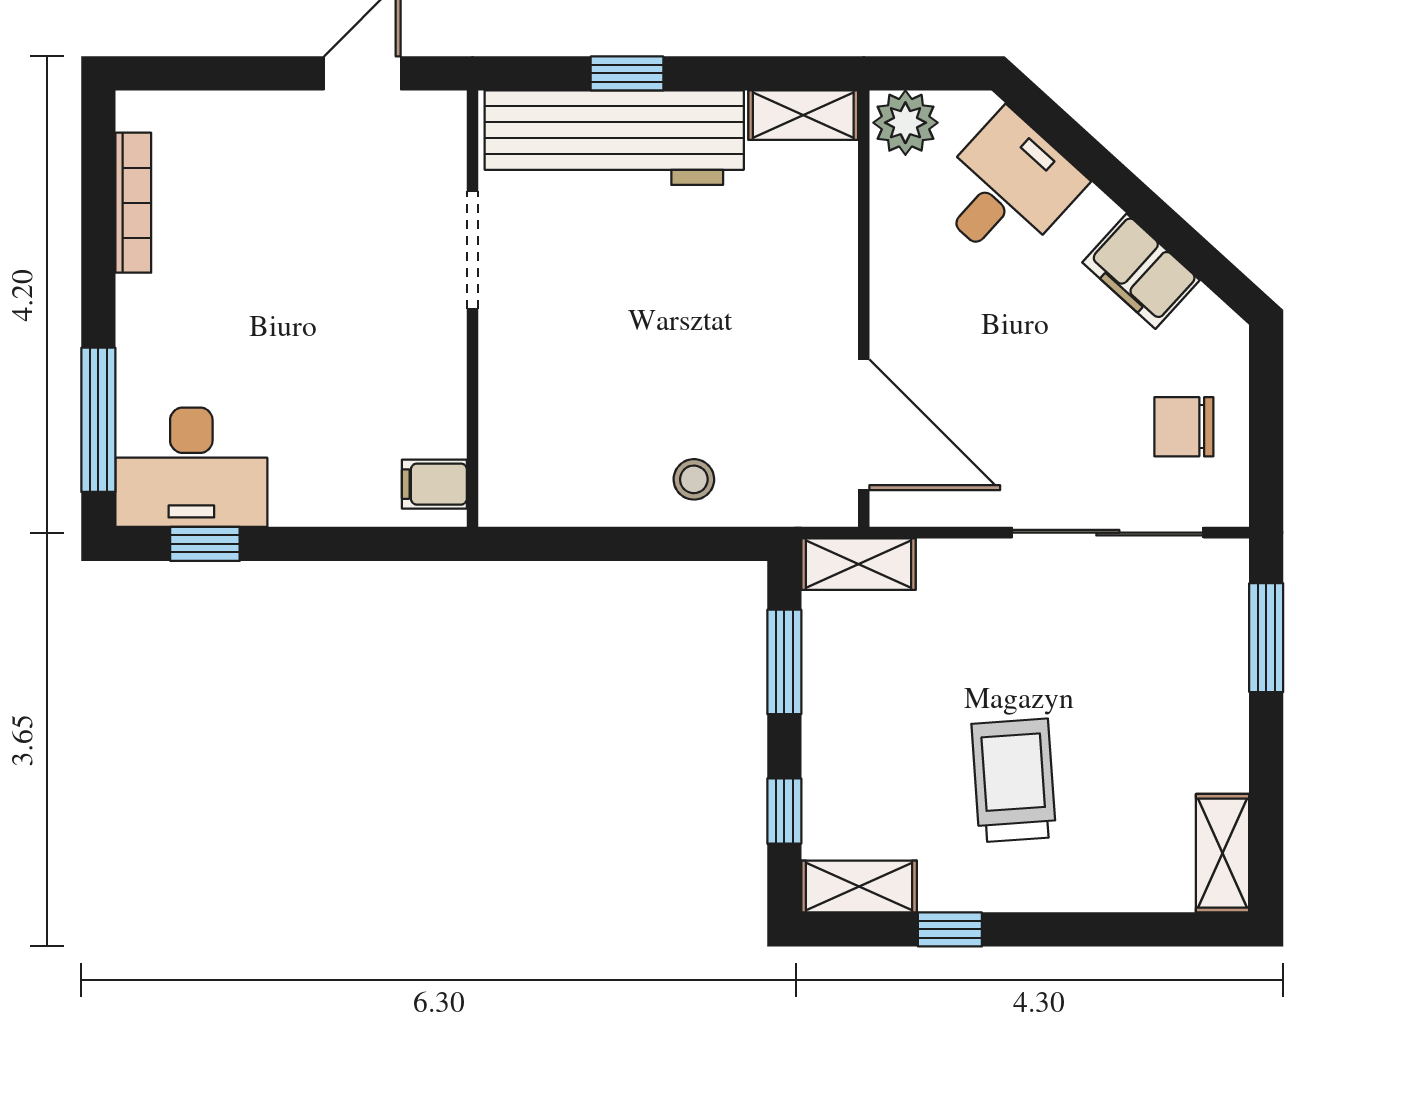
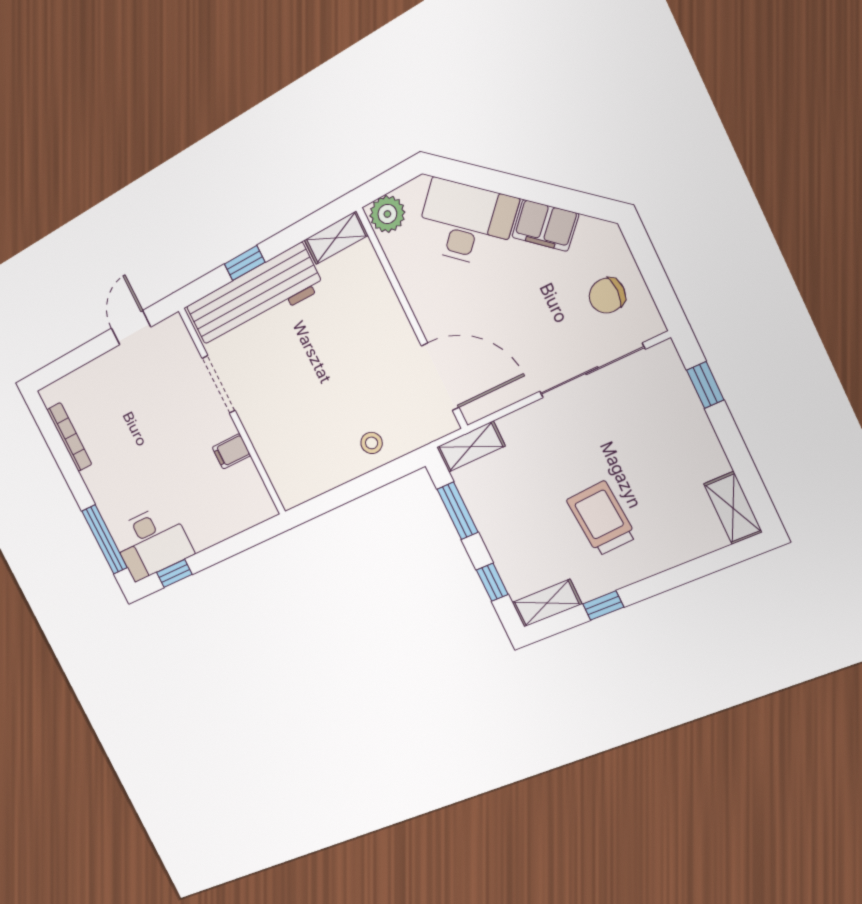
desk: (1006, 189) -> (466, 223), width x1.37
filing cabinet: (434, 484) -> (231, 451), moved
window: (1266, 638) -> (705, 385), width x0.67

